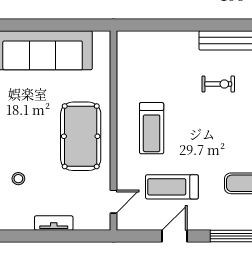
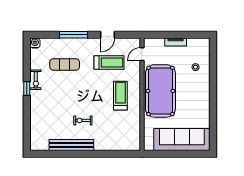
pool table: (81, 136) -> (160, 91), width x1.36, depth x1.32

